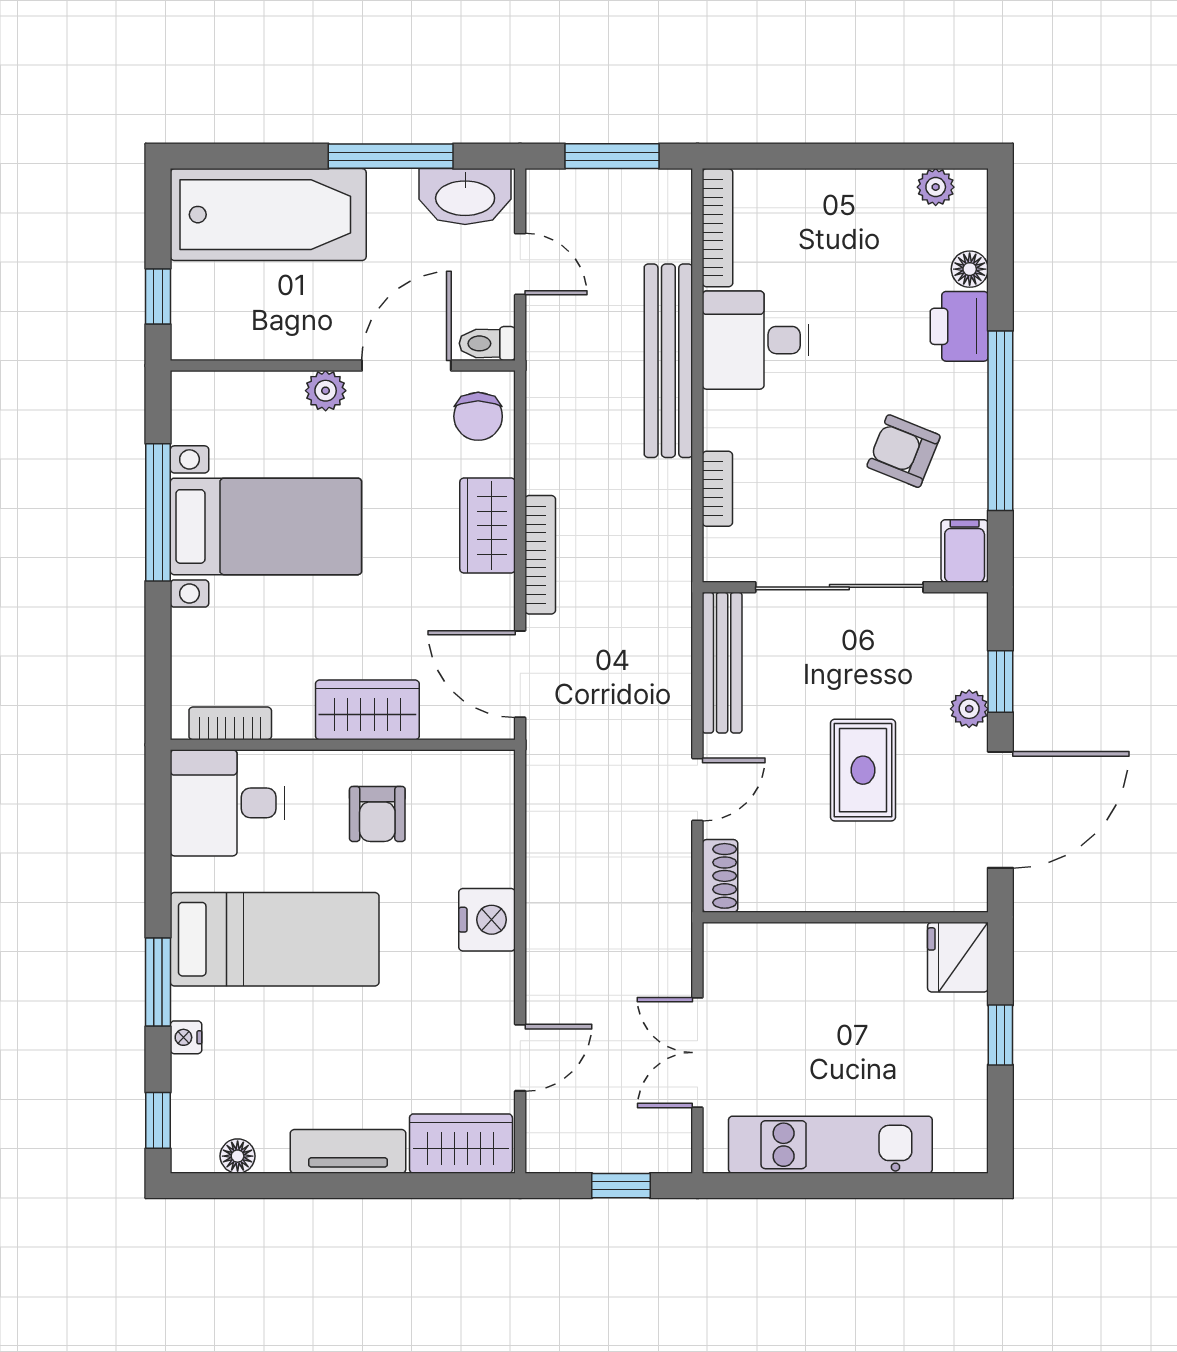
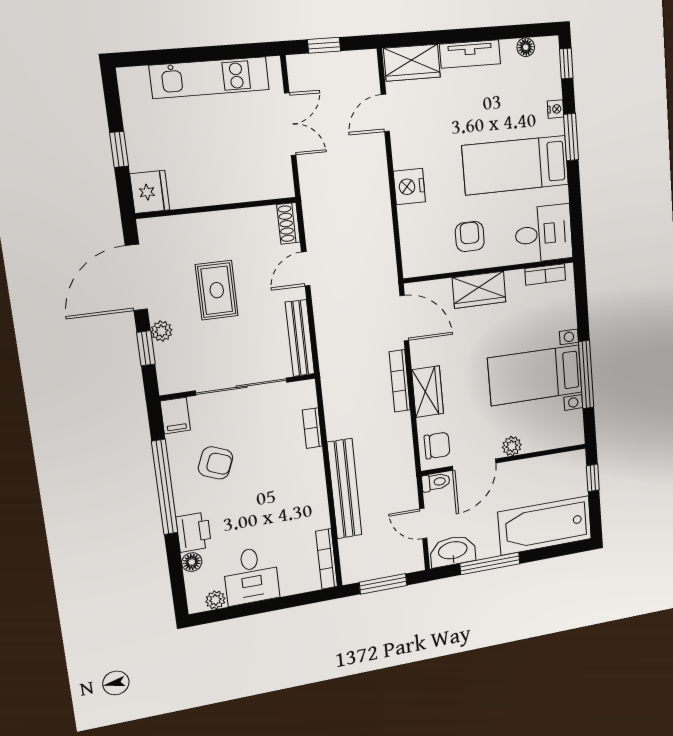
desk: (755, 340) -> (251, 576), moved, turned 90
chair: (478, 416) -> (437, 445), turned 90

